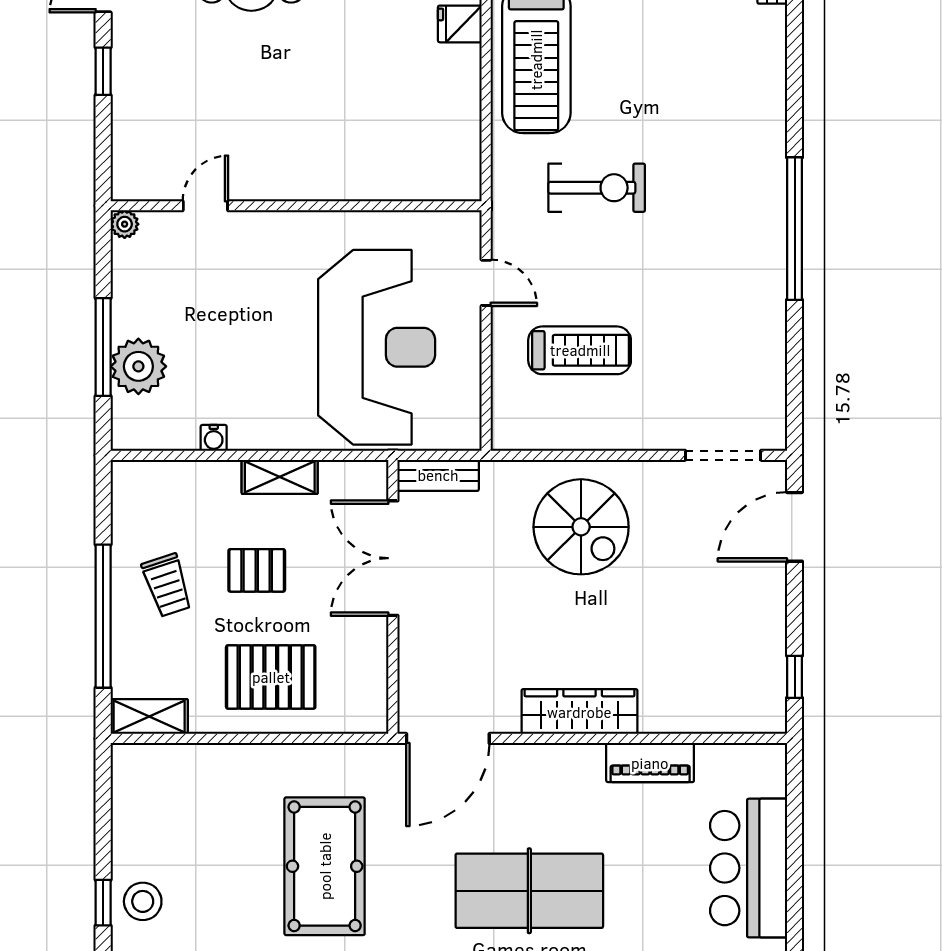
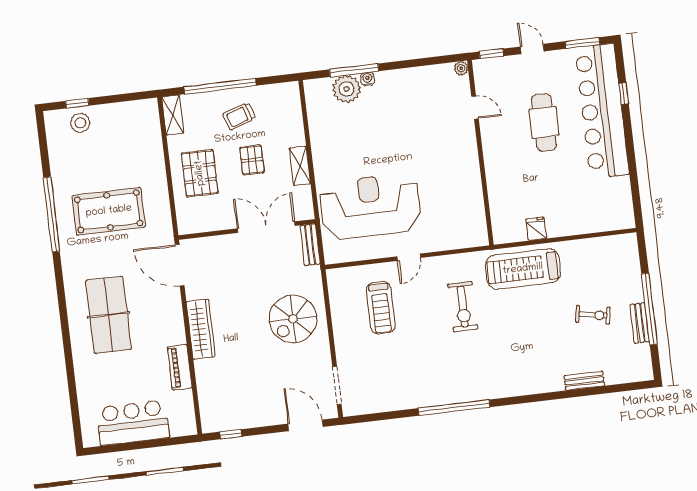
door: (205, 206) -> (475, 107), moved
wall: (296, 206) -> (480, 153), moved
plant: (125, 224) -> (461, 68), moved
reception desk: (377, 347) -> (370, 206), turned 180
water cooler: (214, 438) -> (367, 79), moved, turned 90

